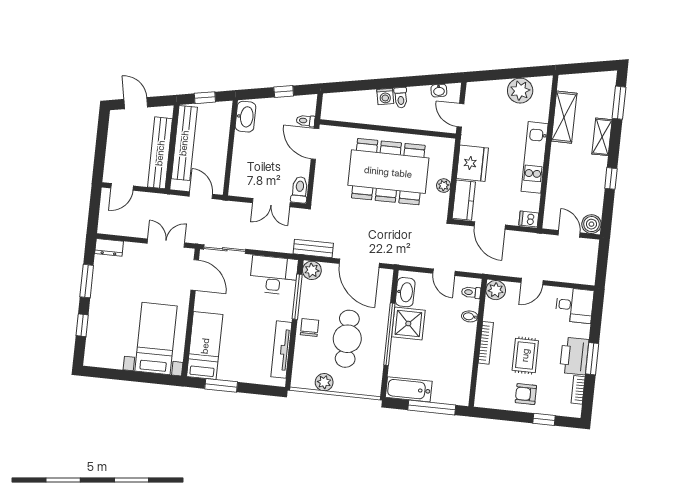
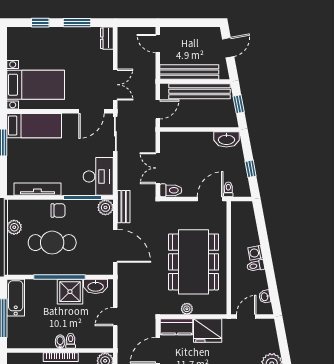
door: (359, 263) -> (115, 246), swing flipped
toilet: (471, 292) -> (71, 341), moved
bidet: (470, 316) -> (60, 342), moved

